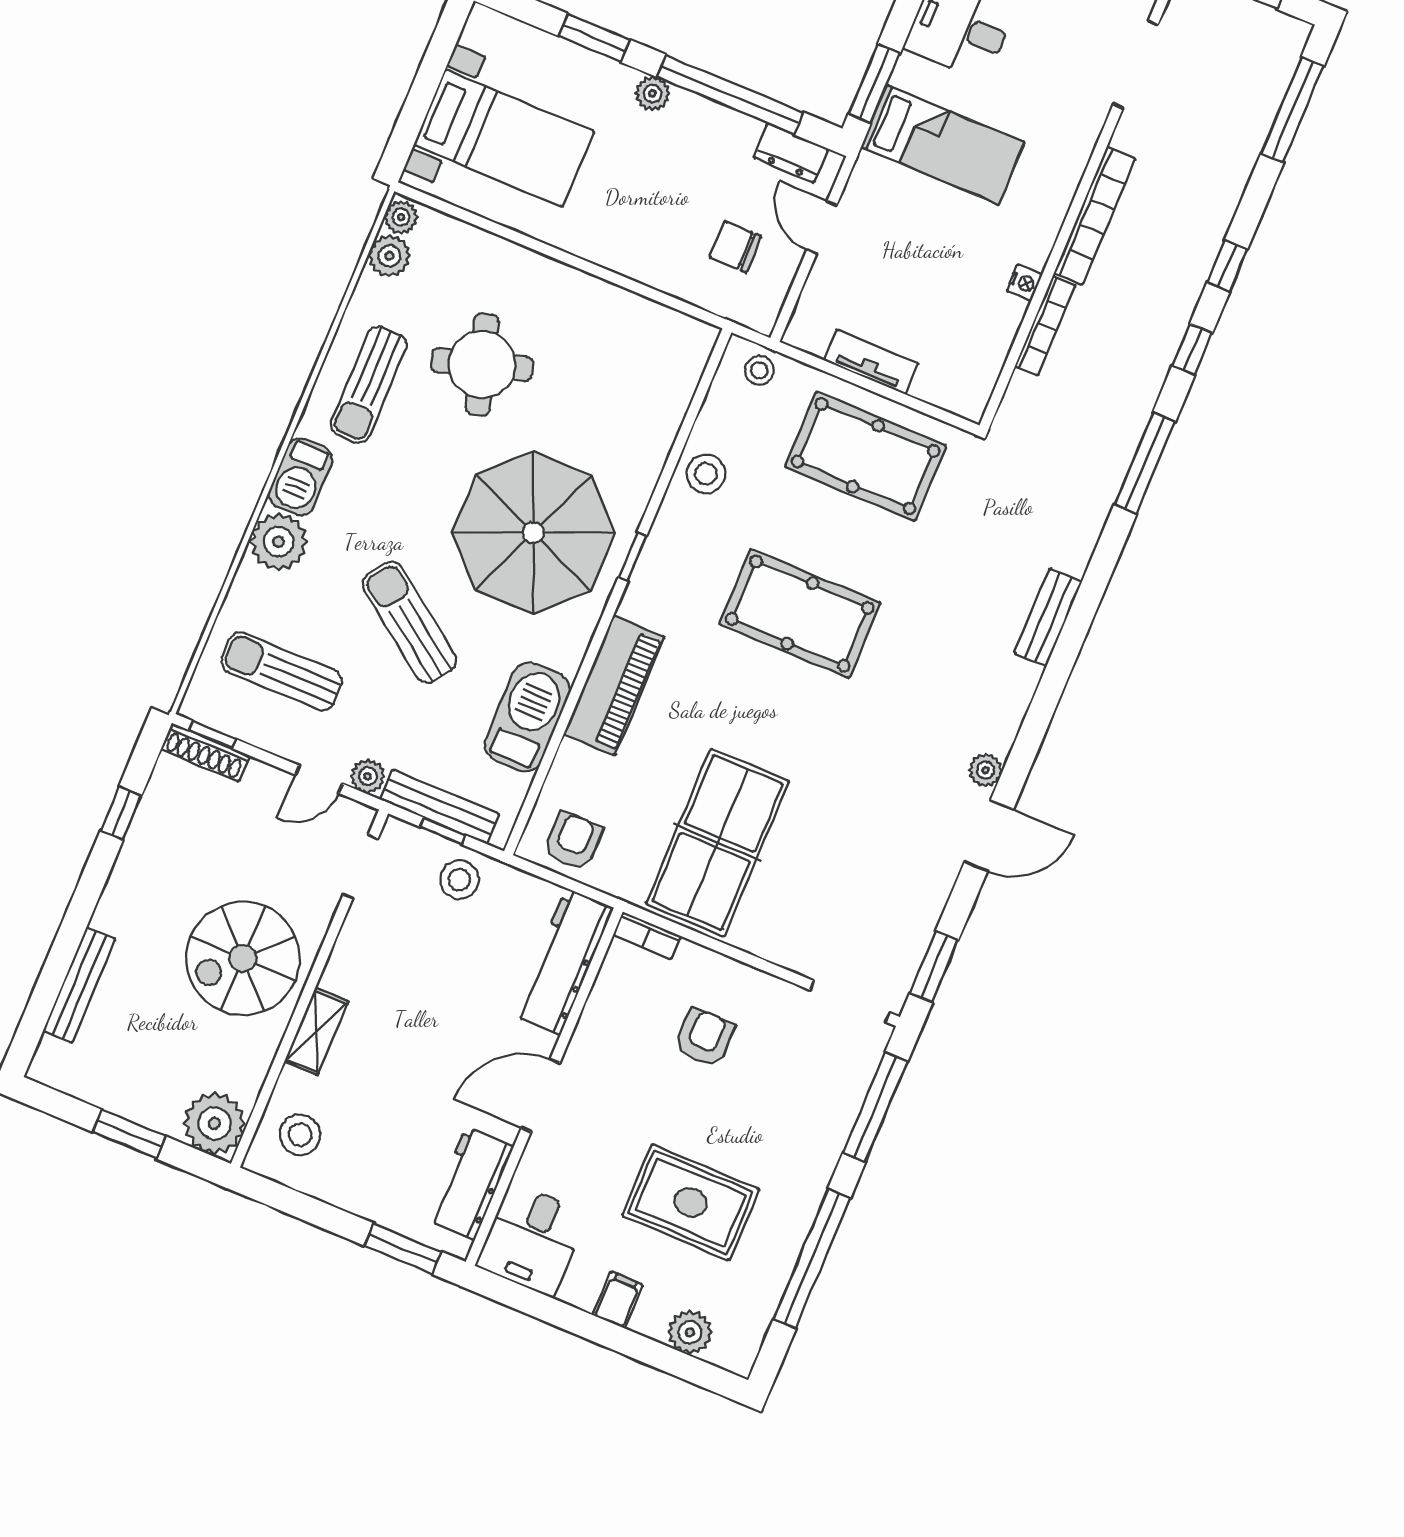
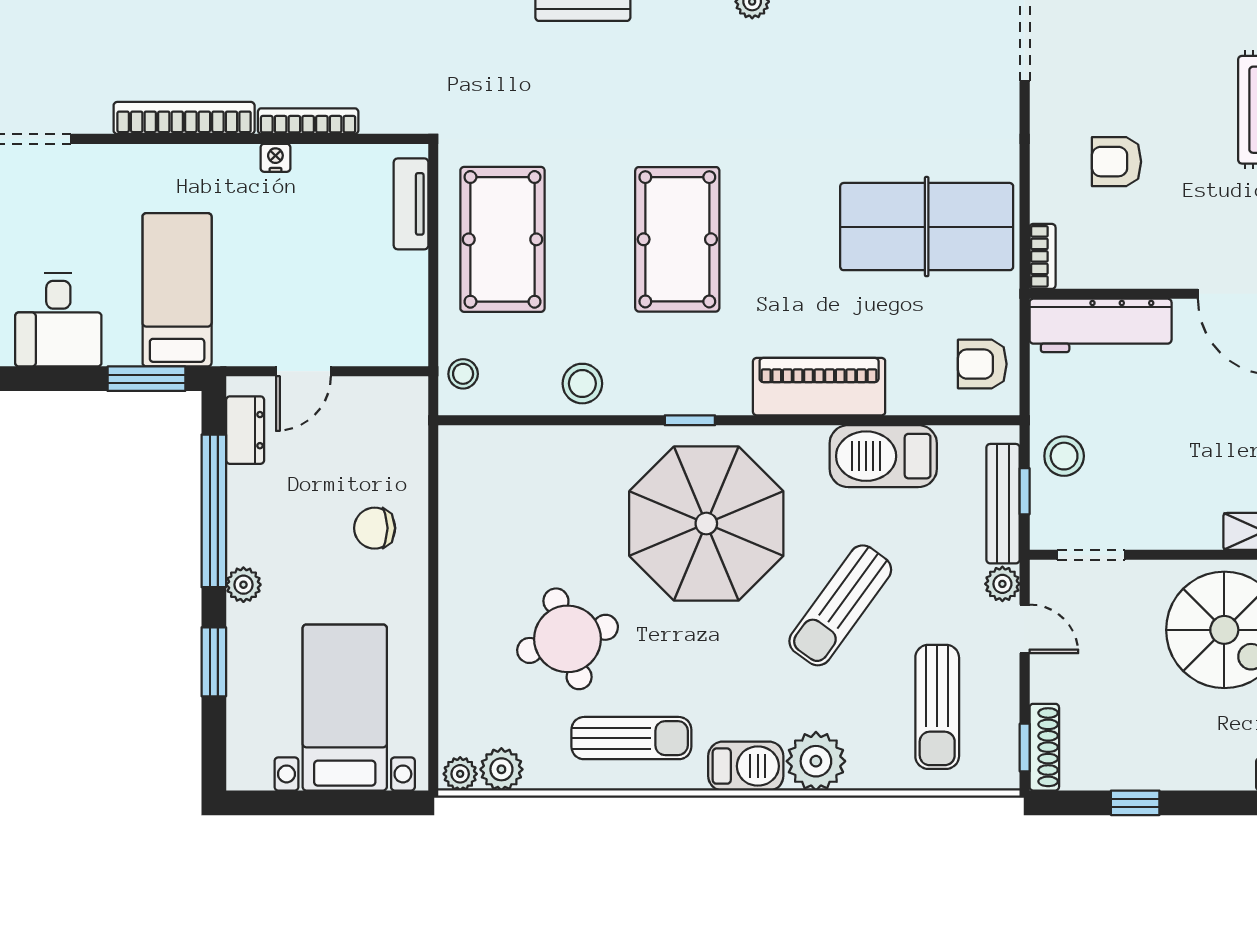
chair: (735, 247) -> (375, 528), moved, turned 90
tv unit: (871, 362) -> (411, 204), moved

